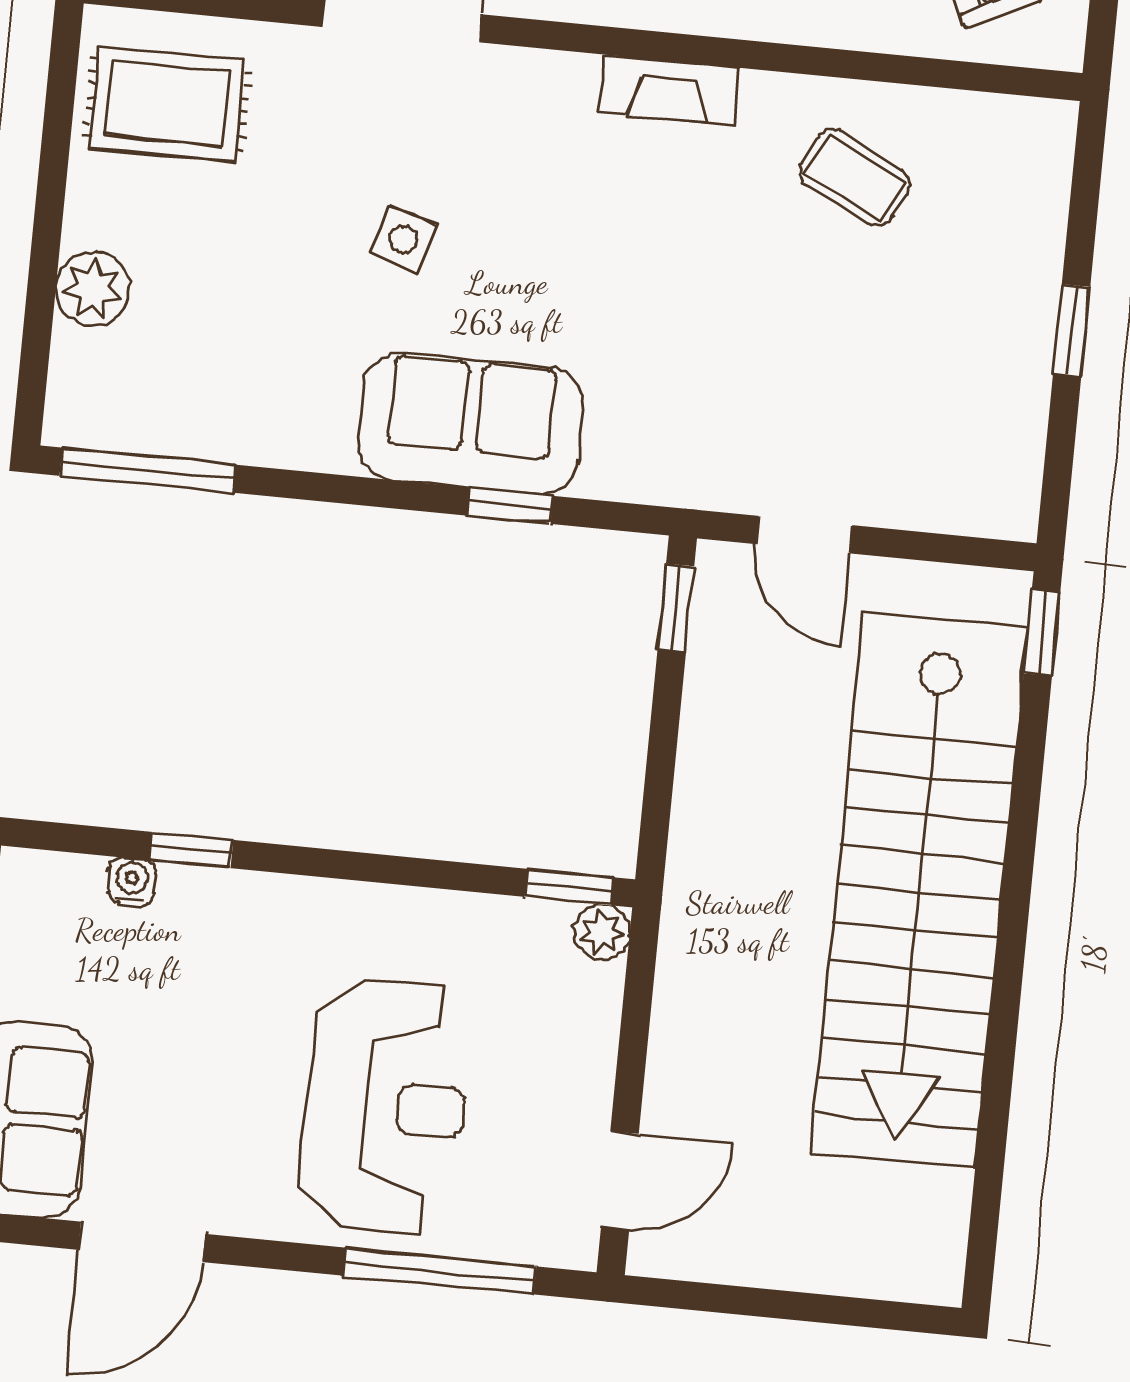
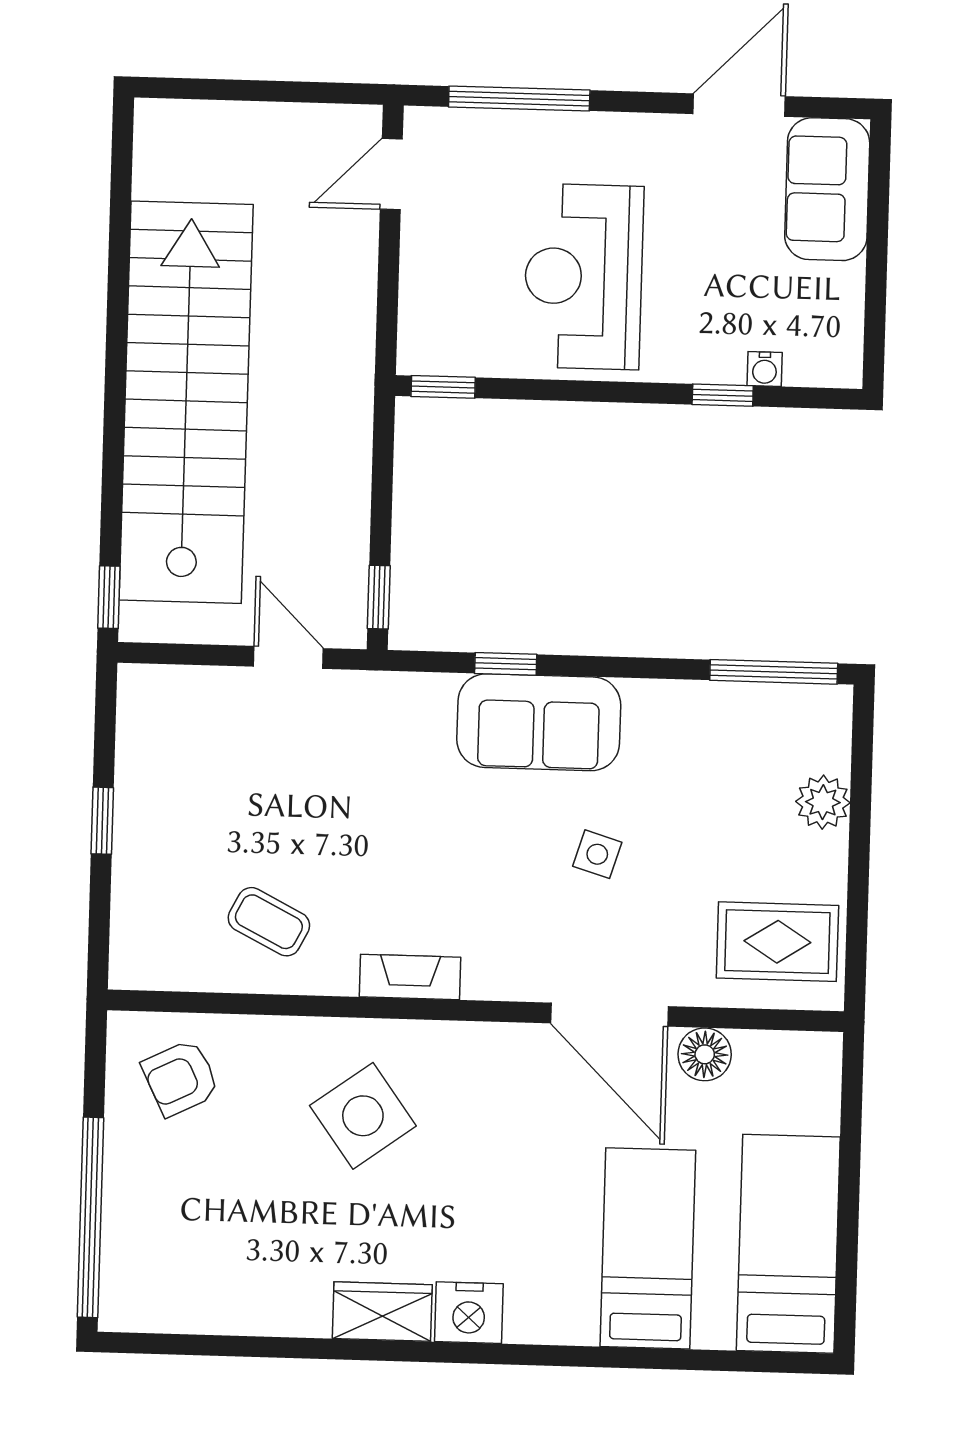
plant: (602, 932) -> (417, 355), removed
reception desk: (385, 1107) -> (584, 277), moved

